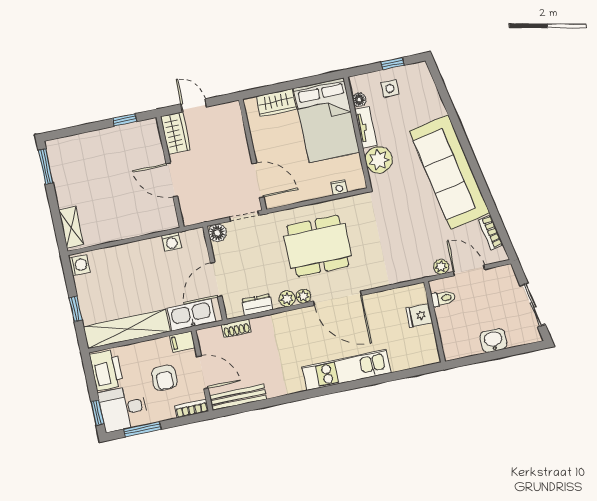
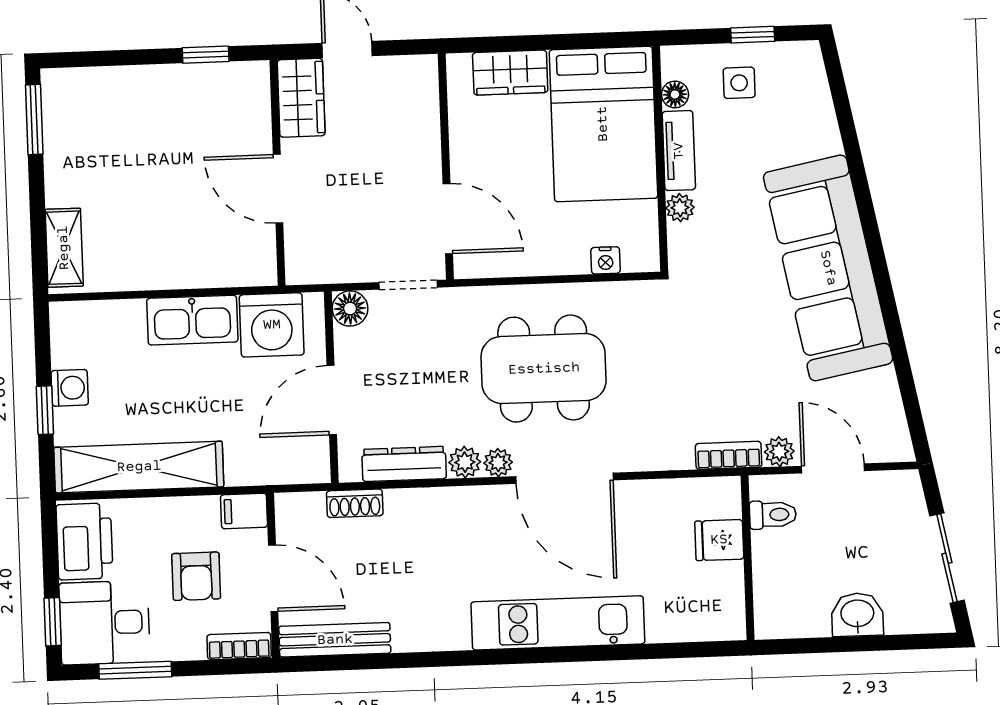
plant: (379, 160) -> (680, 208), width x0.53, depth x0.53
bookcase: (491, 232) -> (729, 455), moved, turned 101
washing machine: (171, 242) -> (272, 325), width x1.89, depth x1.89
washing machine: (79, 265) -> (70, 388), moved
dresser: (257, 305) -> (404, 464), width x1.44
kitchen sink: (191, 315) -> (192, 320), moved, turned 180

